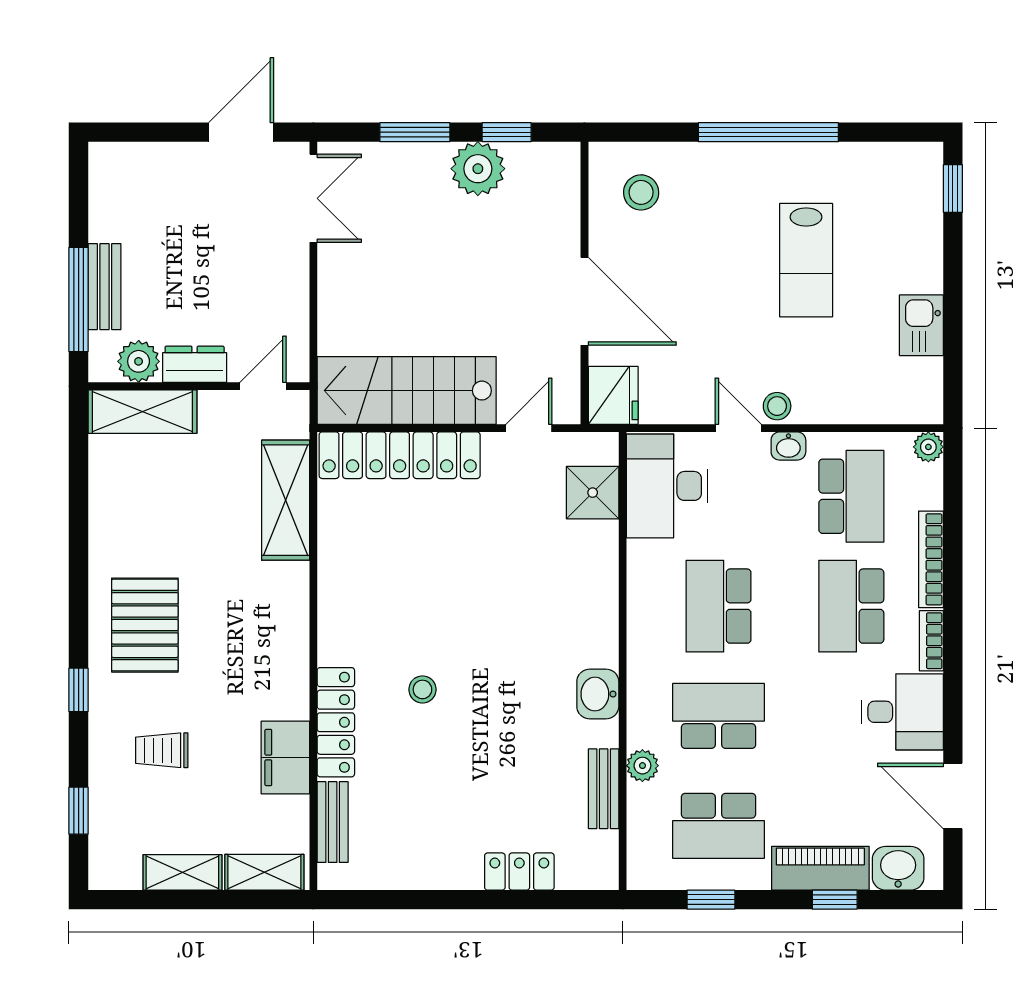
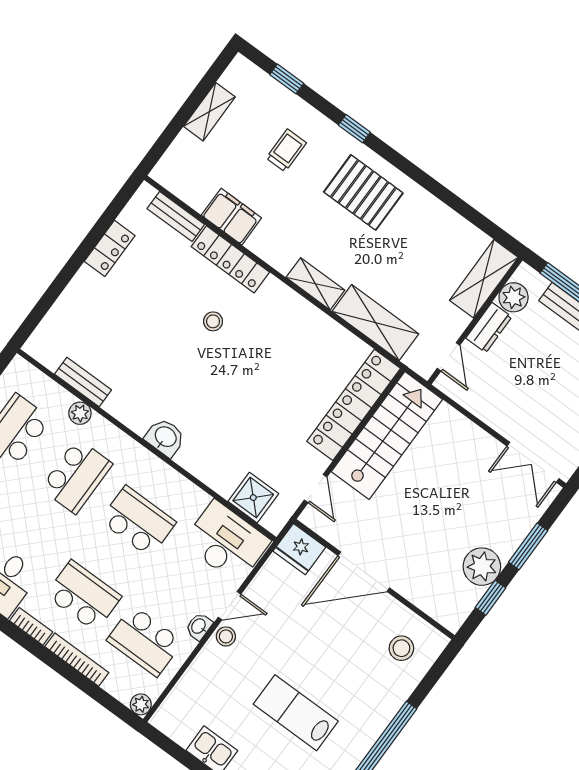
washbasin: (598, 694) -> (165, 437), moved
shelving: (264, 872) -> (315, 284), moved, turned 90
locker: (519, 872) -> (110, 248), moved

